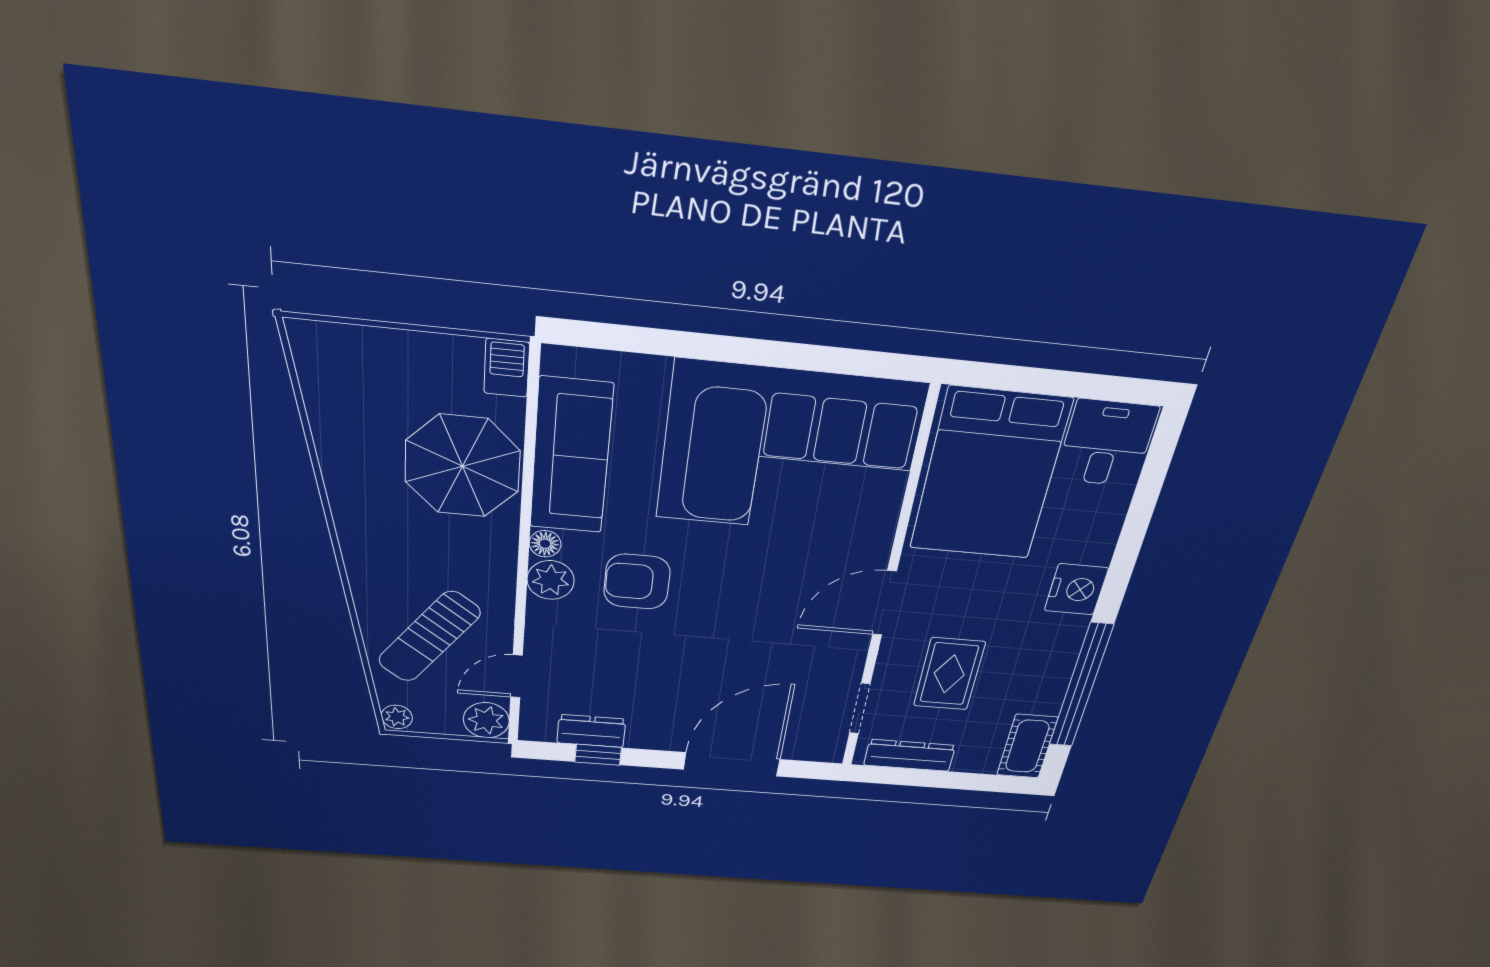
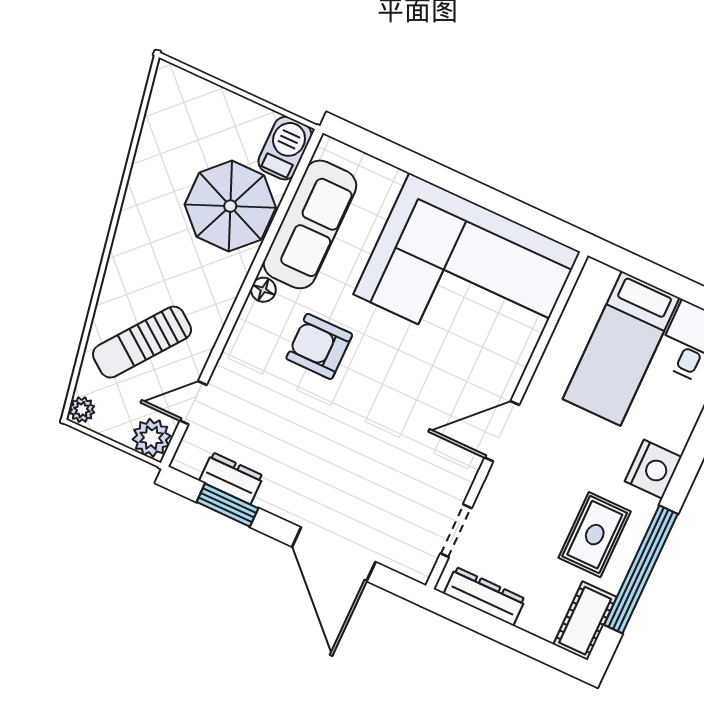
barbecue: (507, 368) -> (285, 148), width x1.38, depth x1.27
bed: (989, 475) -> (621, 348), width x0.67
plant: (551, 580) -> (255, 323), removed
rug: (949, 674) -> (595, 535), moved
window: (598, 755) -> (227, 505), width x1.50
door: (732, 764) -> (334, 554), swing flipped

